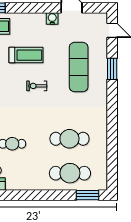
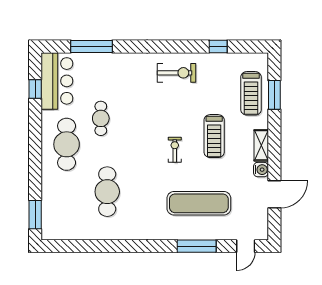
shelving: (33, 18) -> (261, 145), added
window: (112, 69) -> (197, 246), width x1.44
cafe table: (70, 173) -> (67, 144), moved

